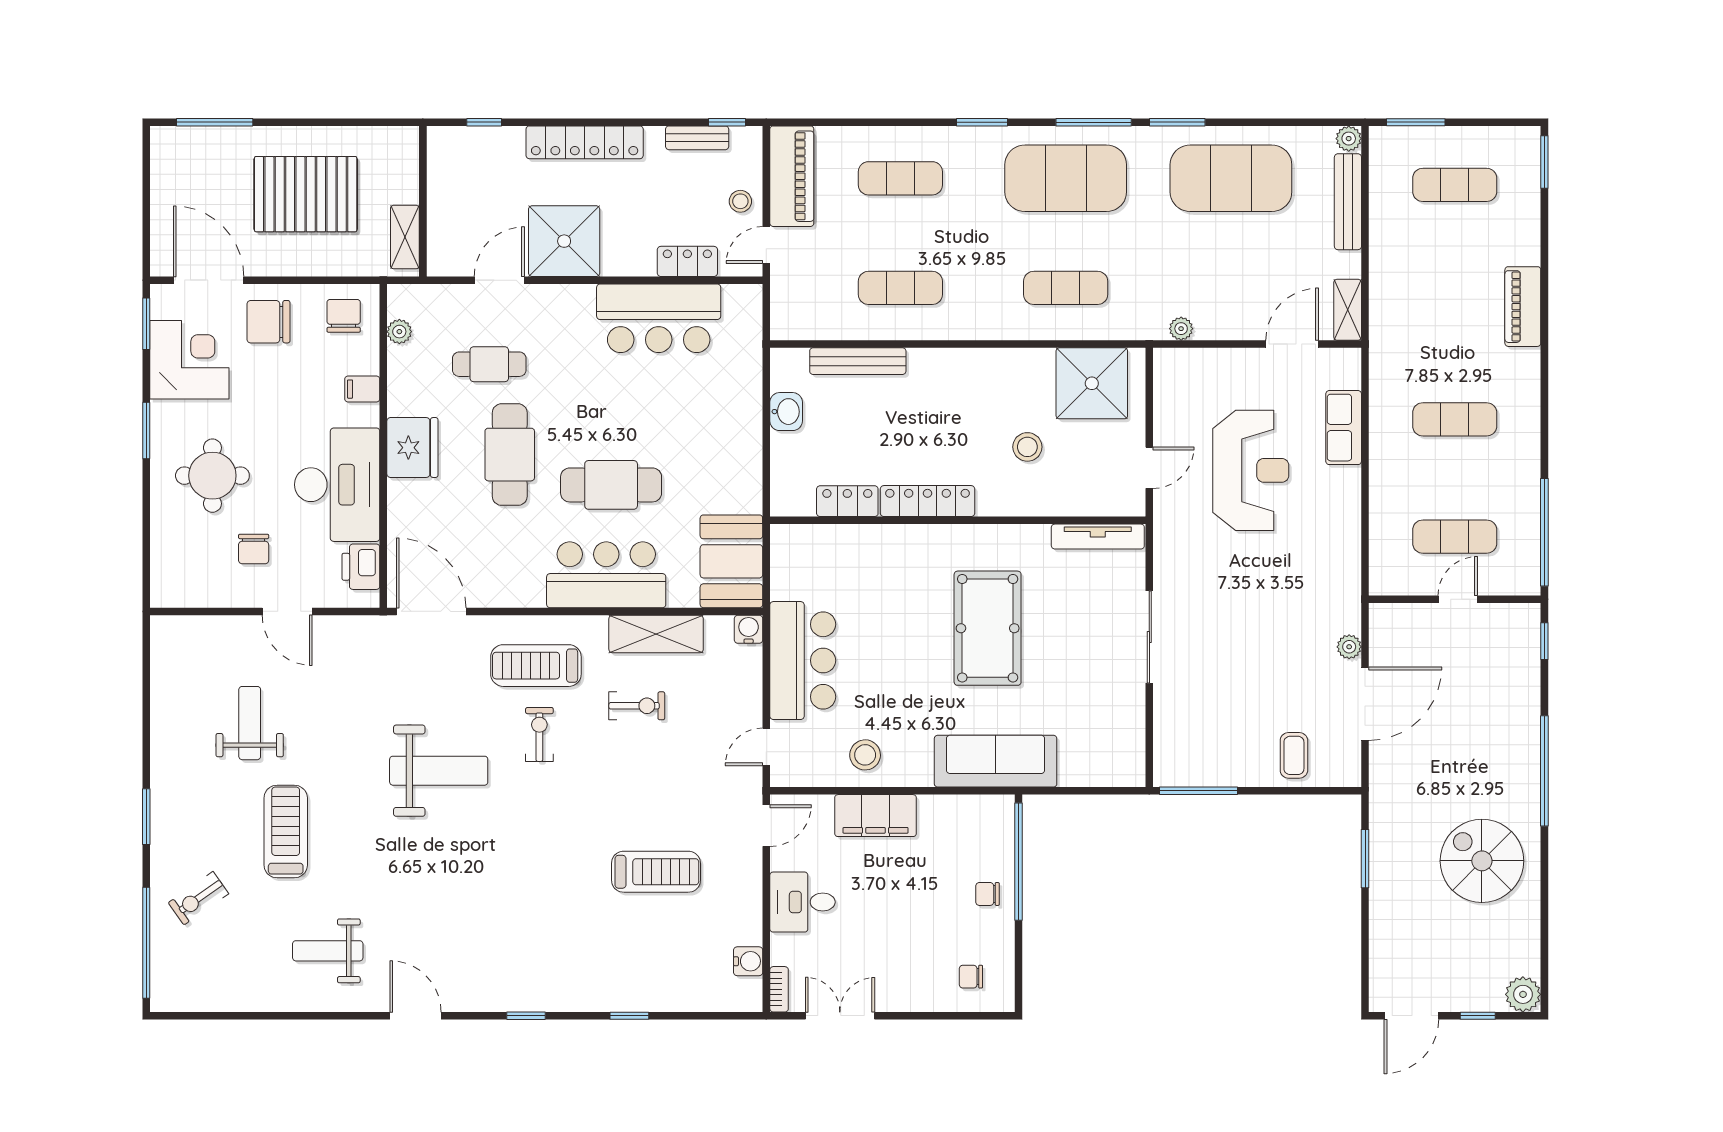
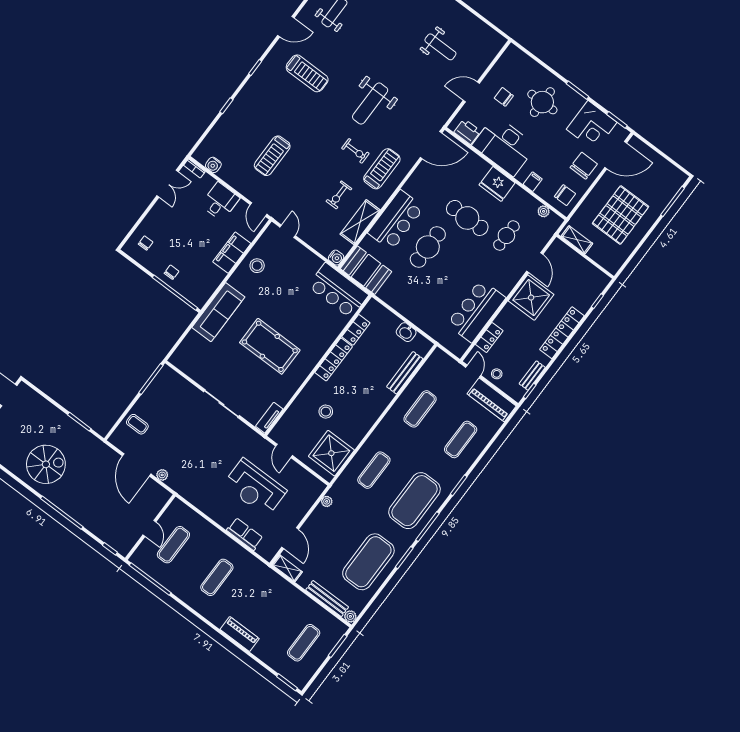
tv unit: (1098, 537) -> (269, 418), width x0.71
bar counter: (803, 661) -> (338, 291), moved
treadmill: (286, 831) -> (307, 73), moved

